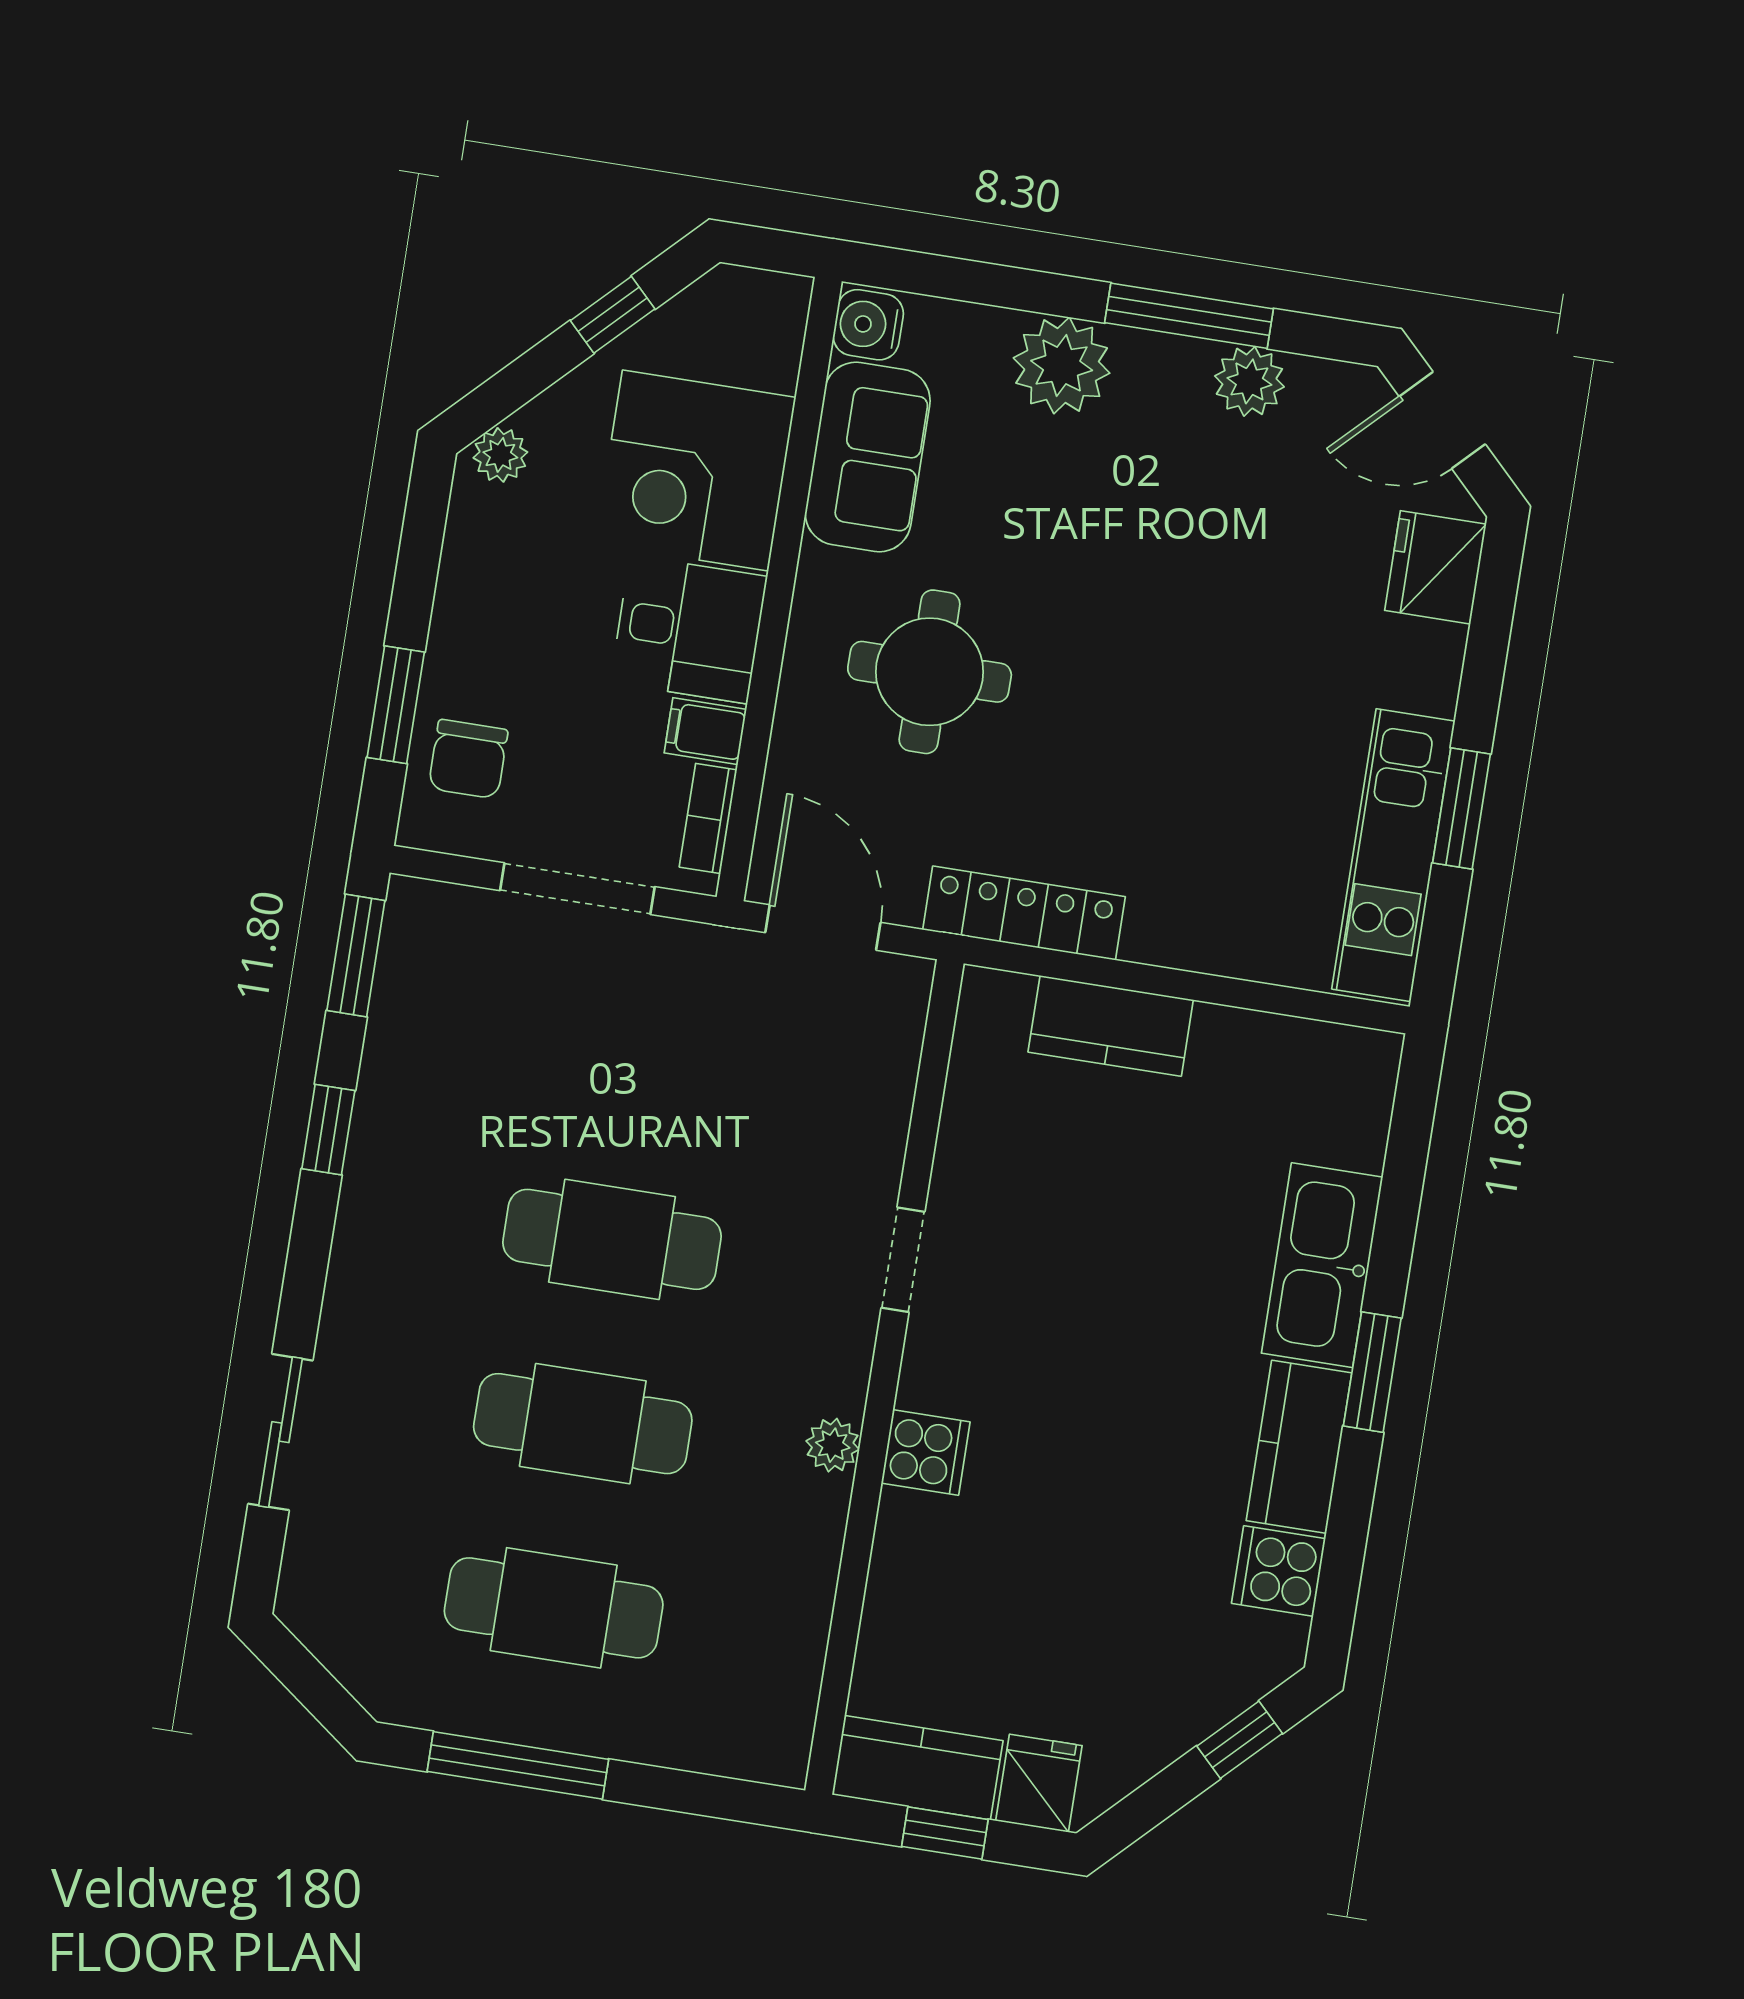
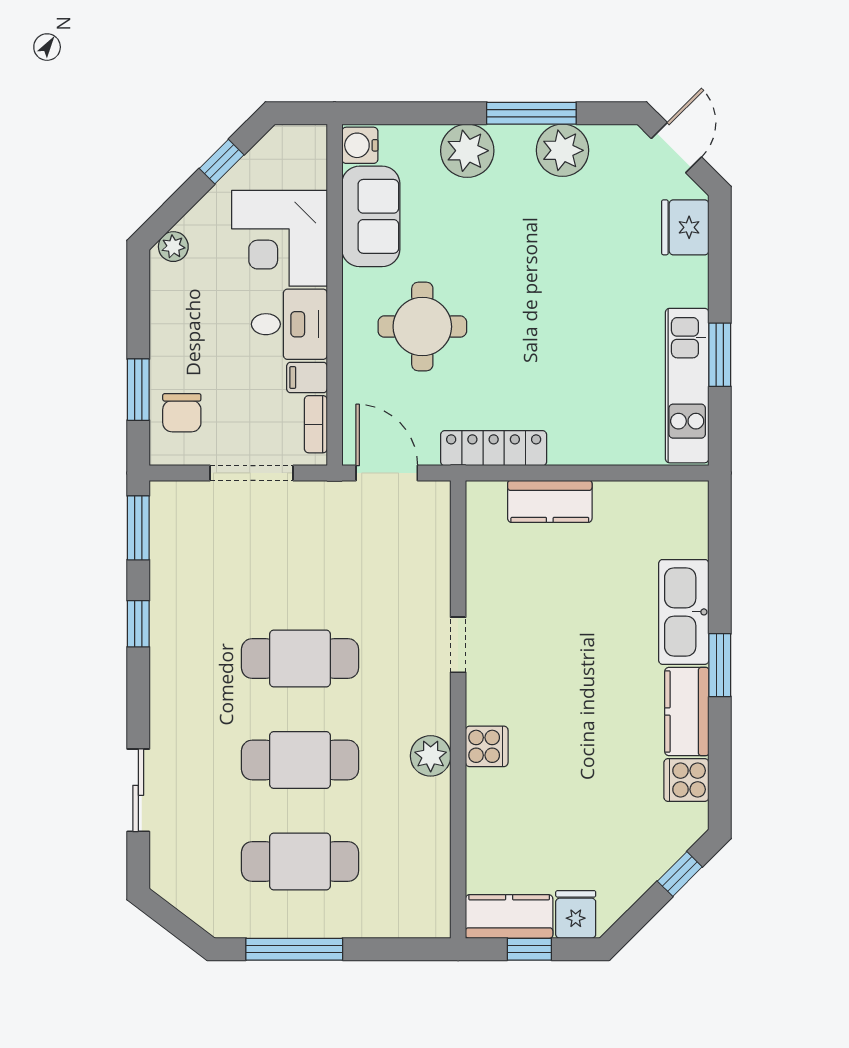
plant: (1249, 381) -> (563, 150), width x1.36, depth x1.36
door: (1442, 420) -> (676, 148), swing flipped
plant: (833, 1445) -> (431, 756), width x1.38, depth x1.38

